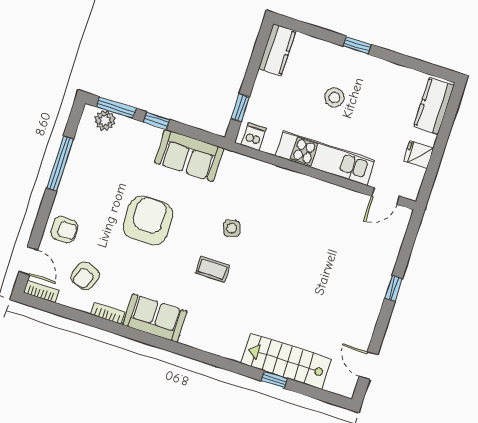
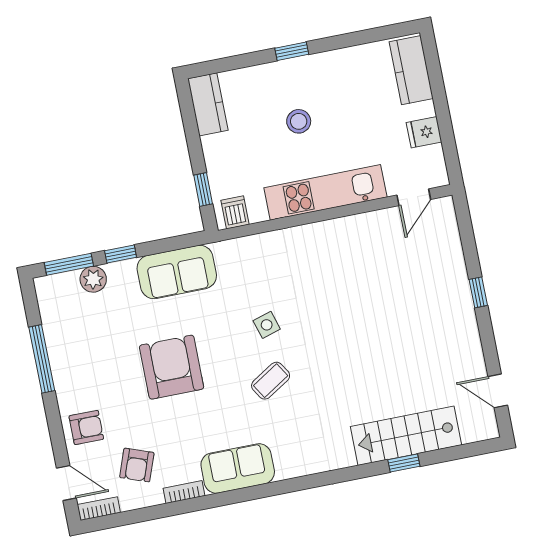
plant: (105, 120) -> (93, 279), moved
coffee table: (213, 269) -> (271, 381), turned -32

